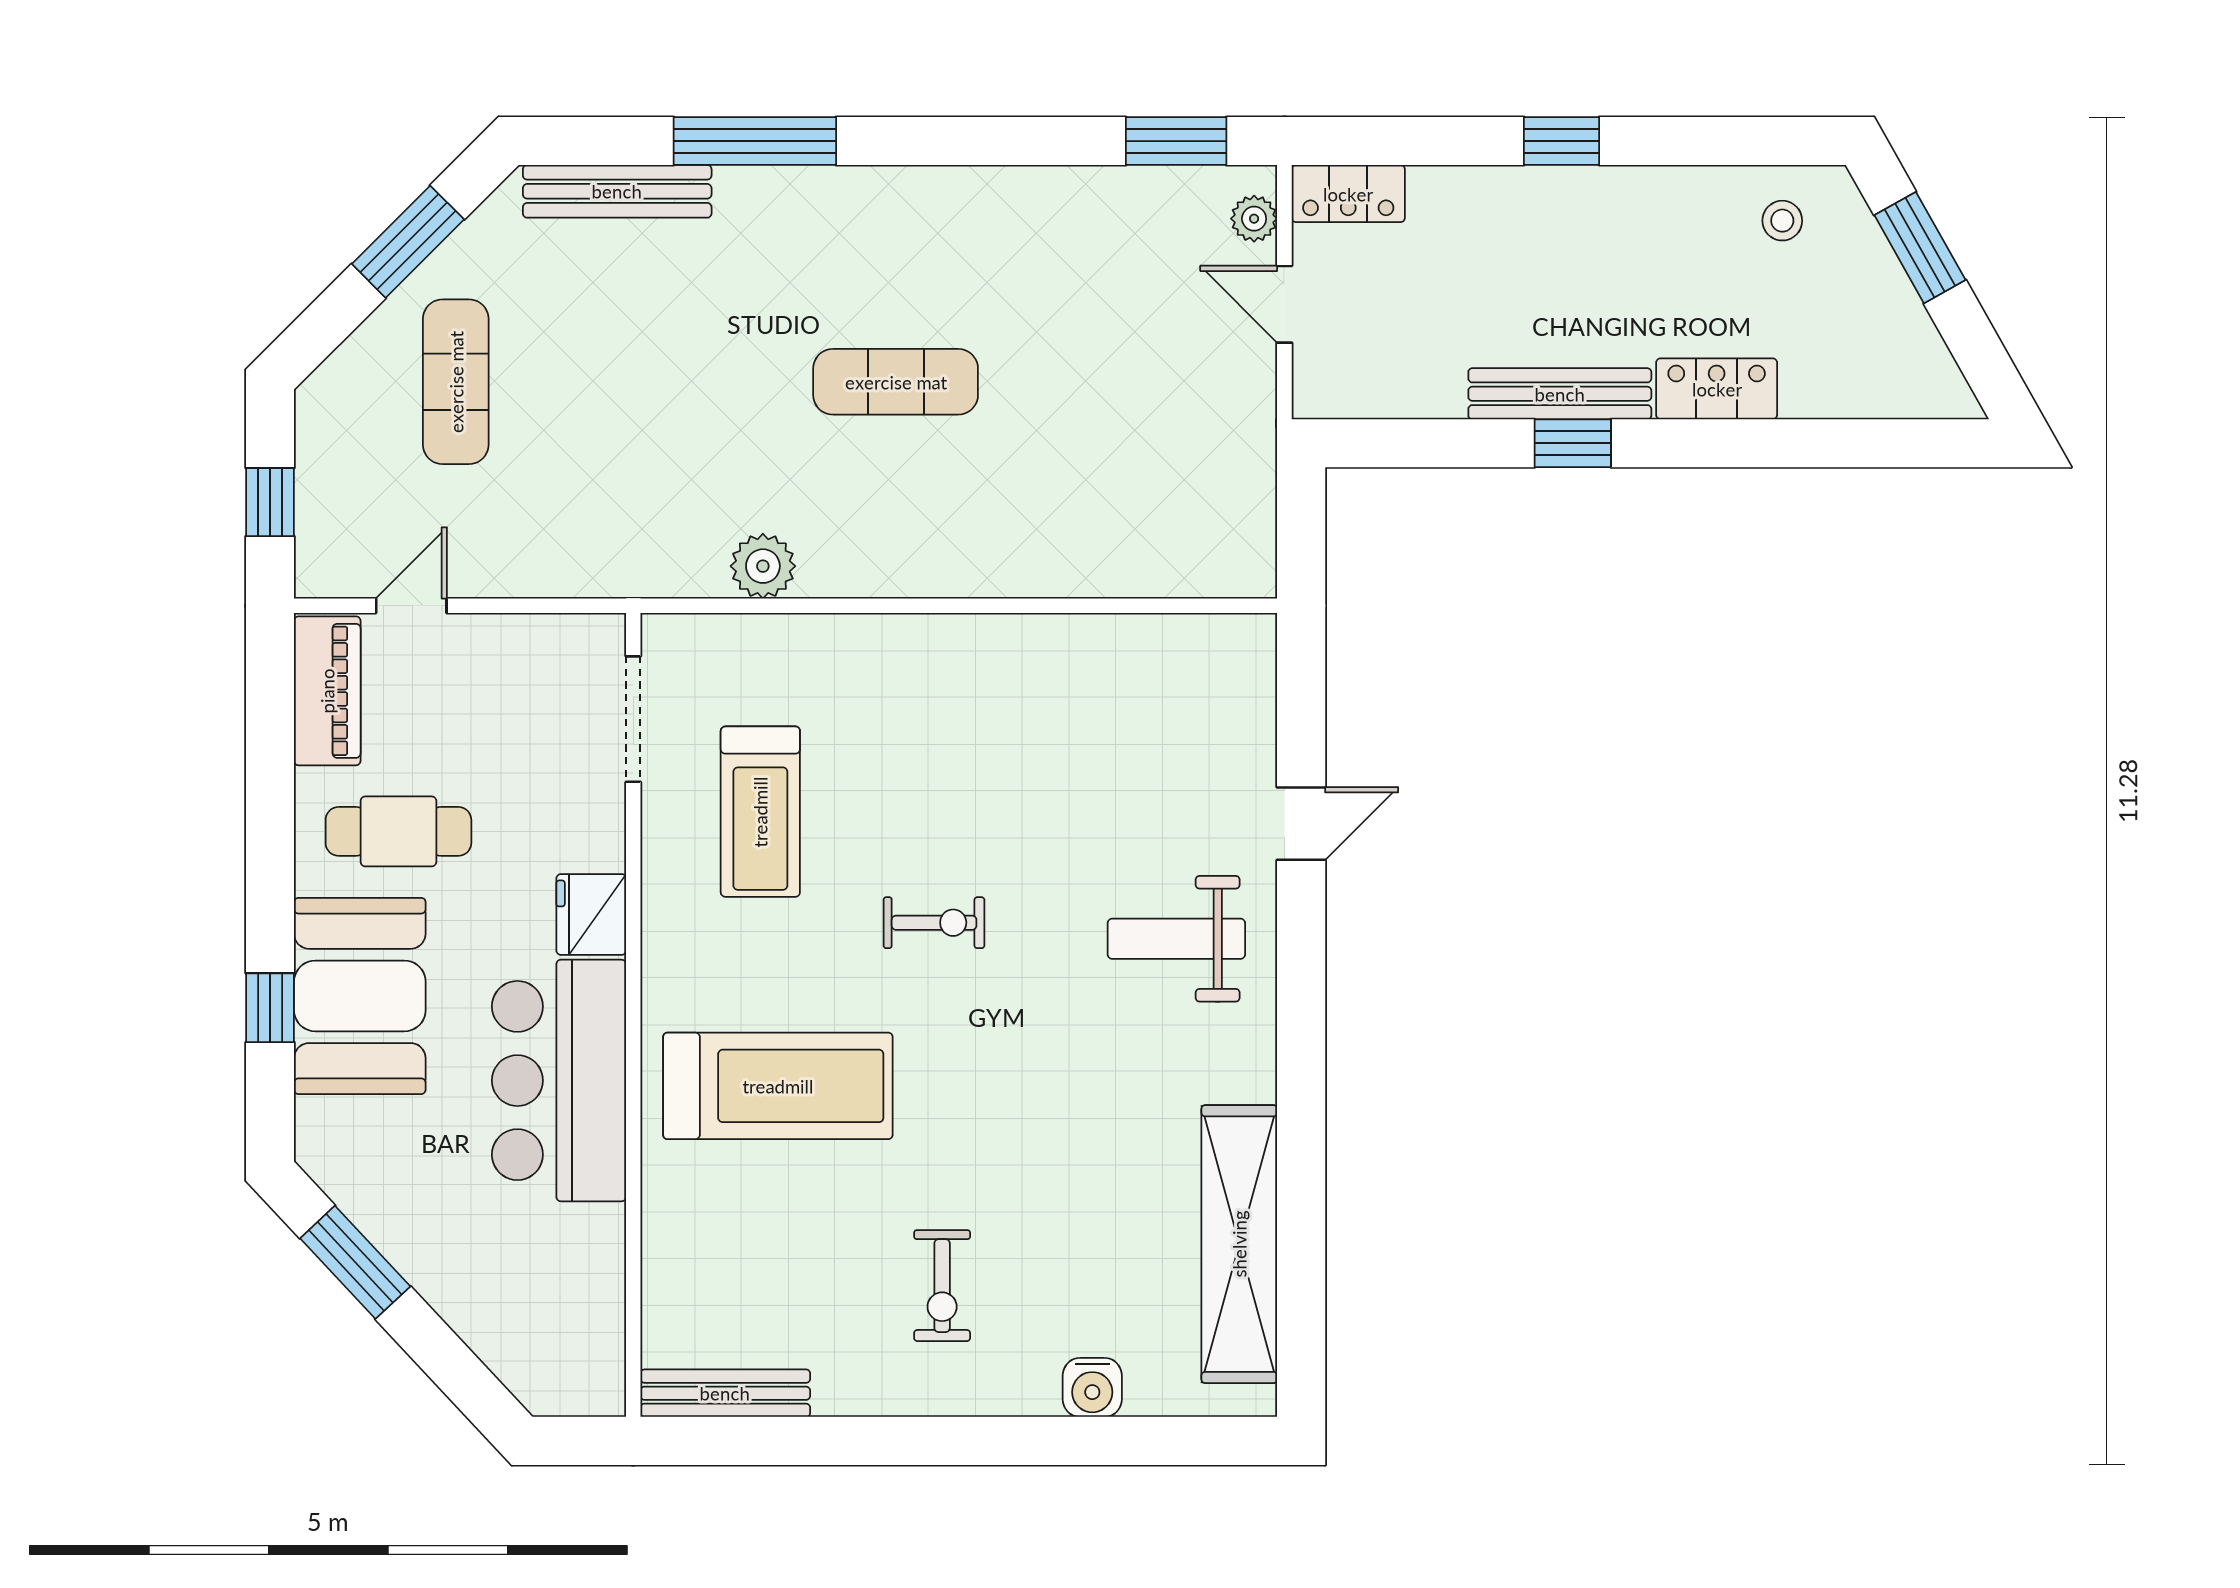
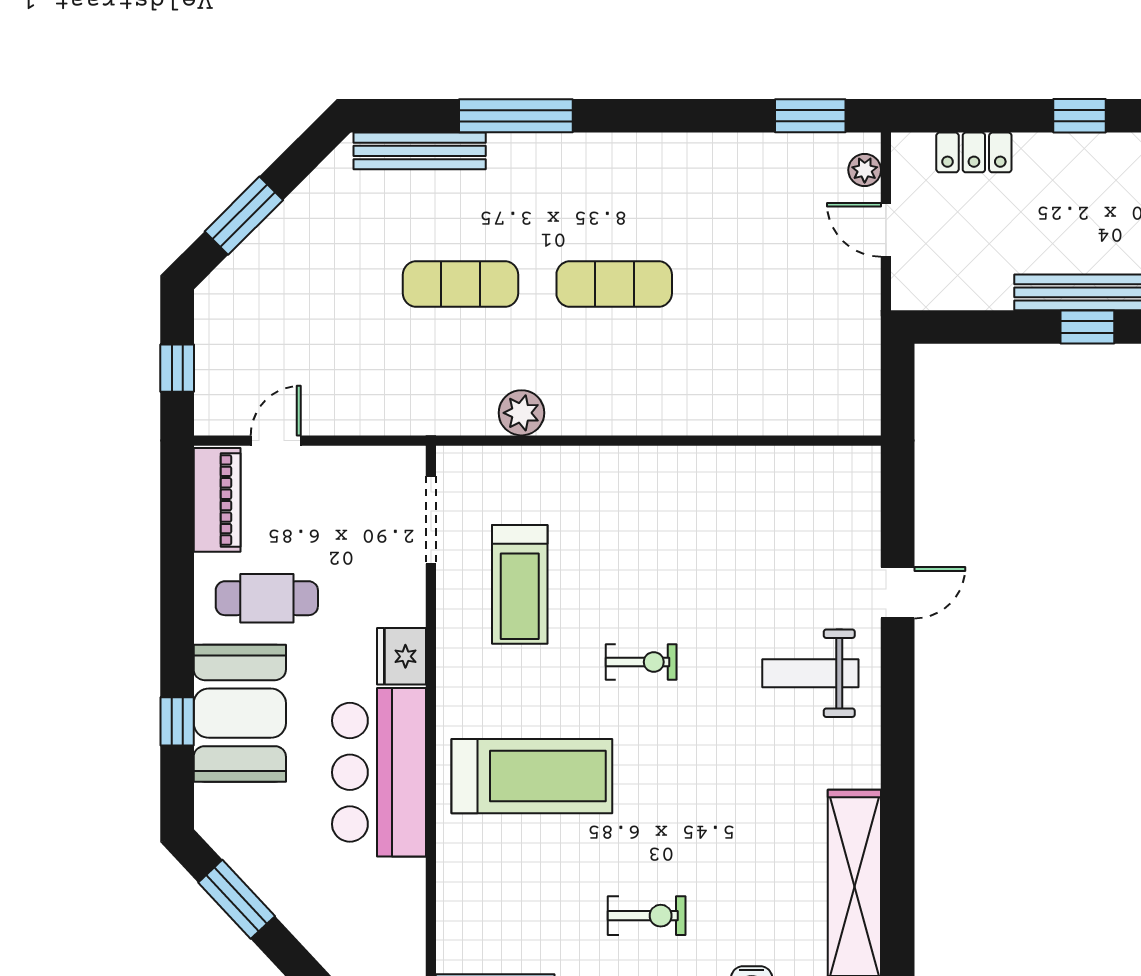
locker: (1348, 194) -> (974, 152), moved
window: (408, 242) -> (244, 216), moved
exercise mat: (456, 382) -> (461, 284), moved, turned 90
exercise bike: (942, 1286) -> (647, 916), turned -90

